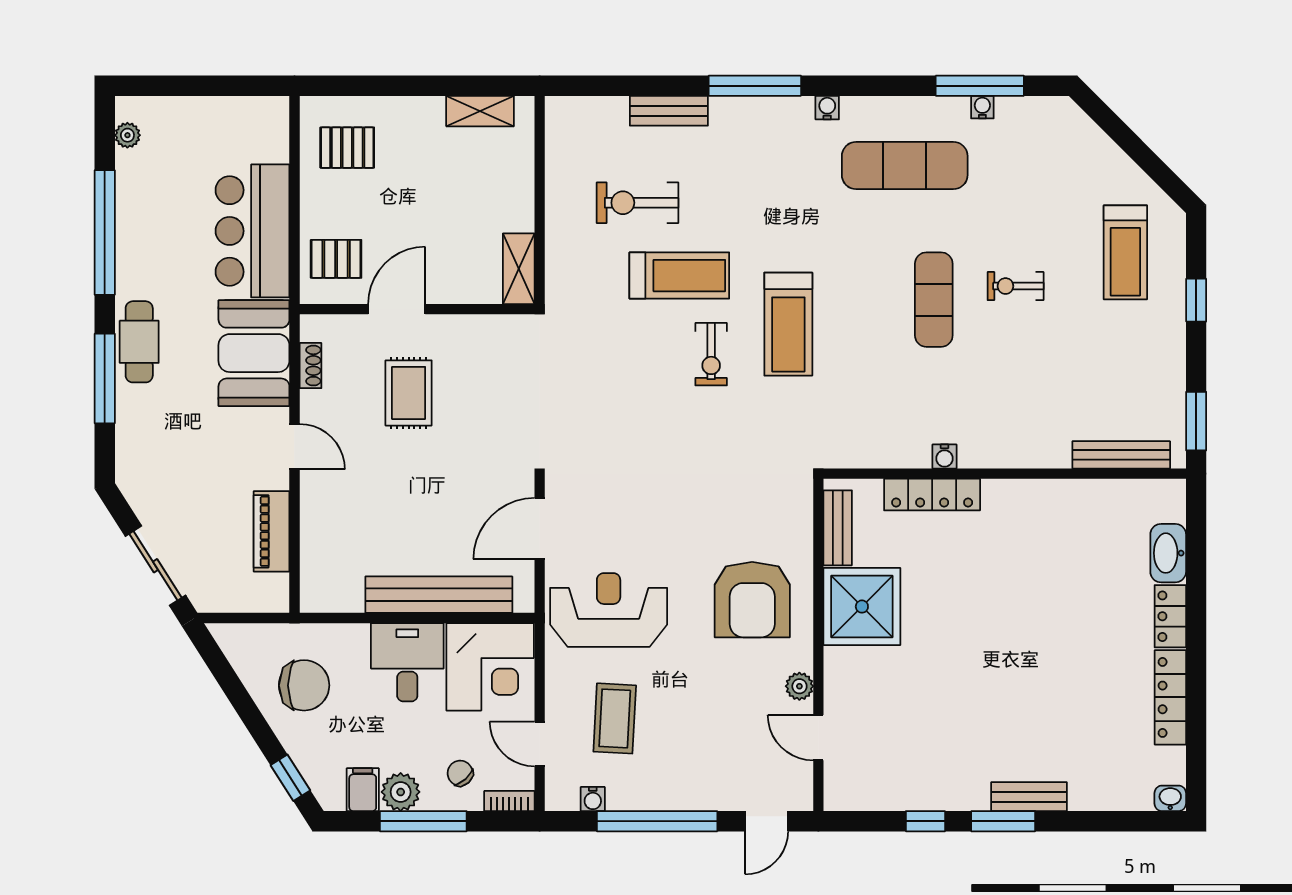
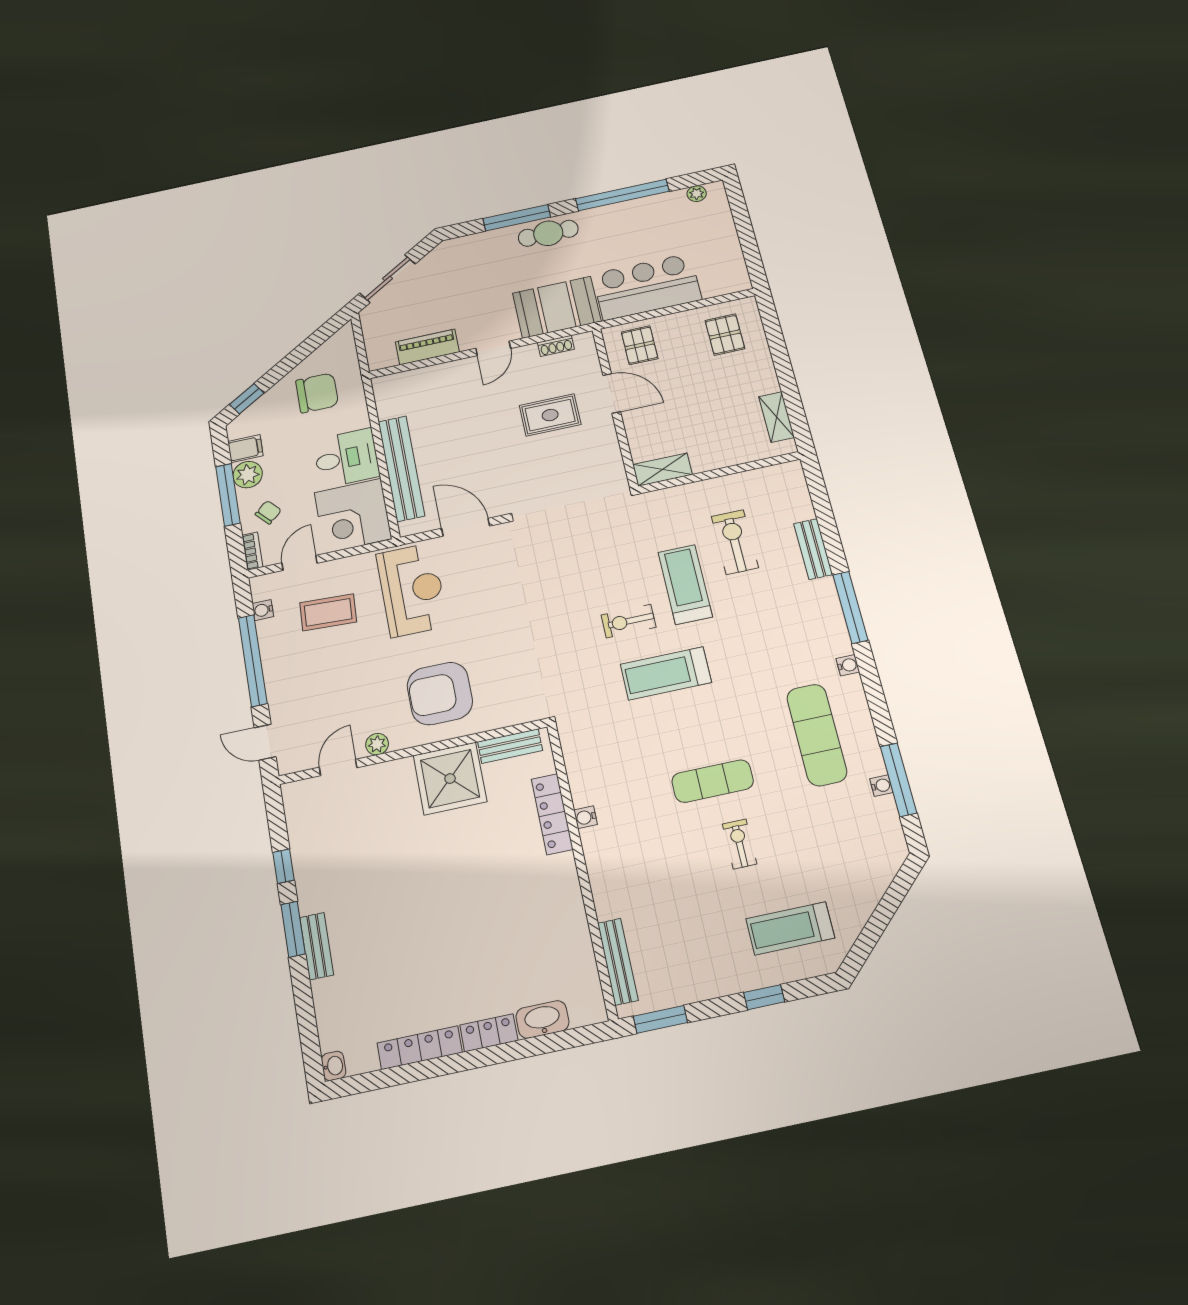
treadmill: (679, 276) -> (685, 584), turned 180
chair: (304, 685) -> (317, 393), turned -90

